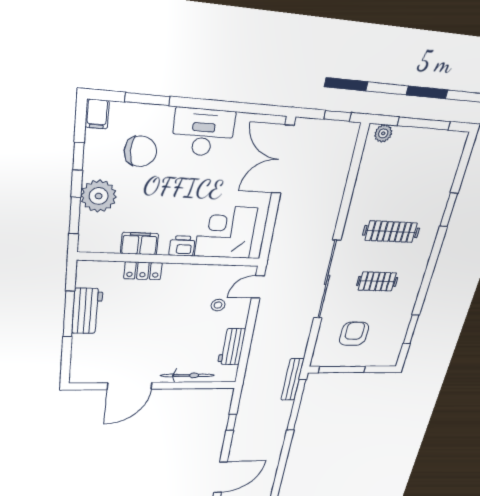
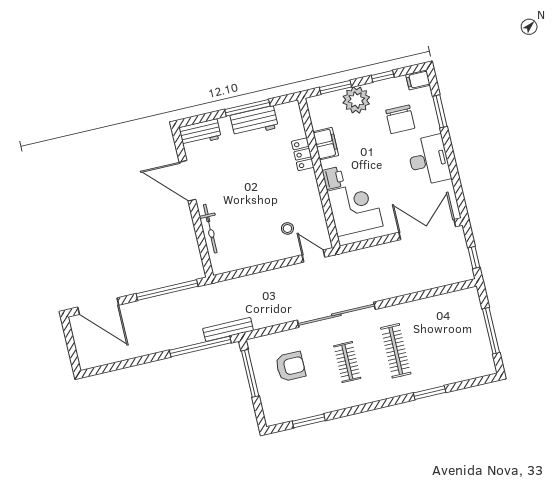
plant: (383, 133) -> (473, 301), removed
workbench: (232, 347) -> (200, 133), moved, turned 180
window: (231, 422) -> (167, 290), width x3.17

